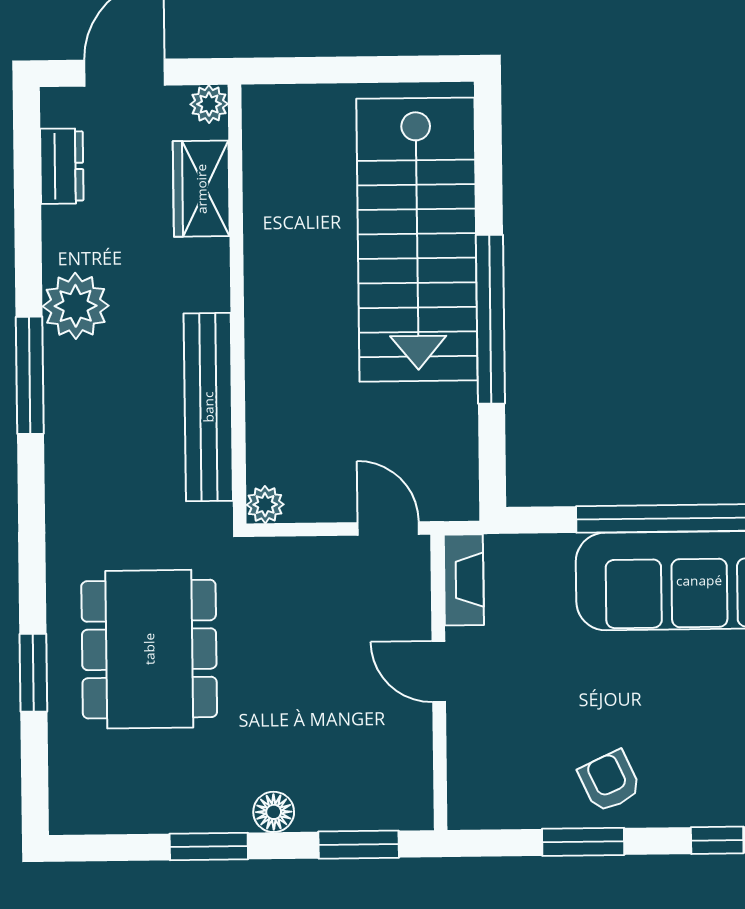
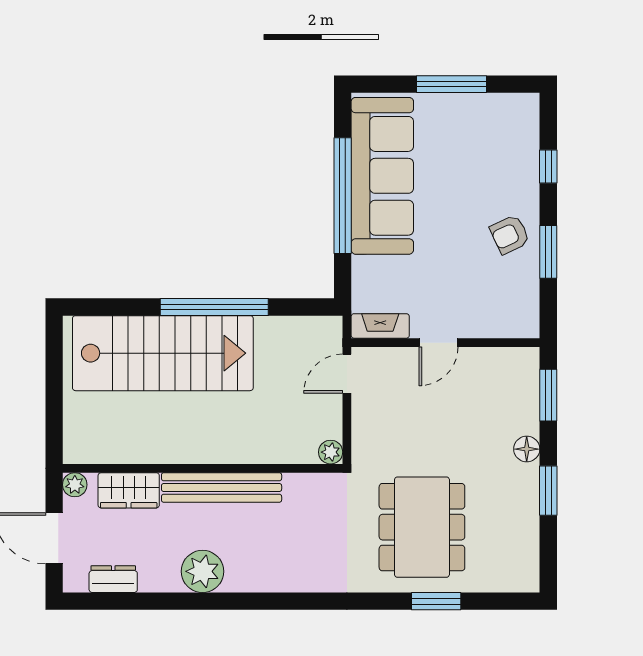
window: (30, 375) -> (246, 601), removed
bench: (208, 407) -> (222, 488), moved
dining table: (149, 649) -> (422, 527), turned 90

